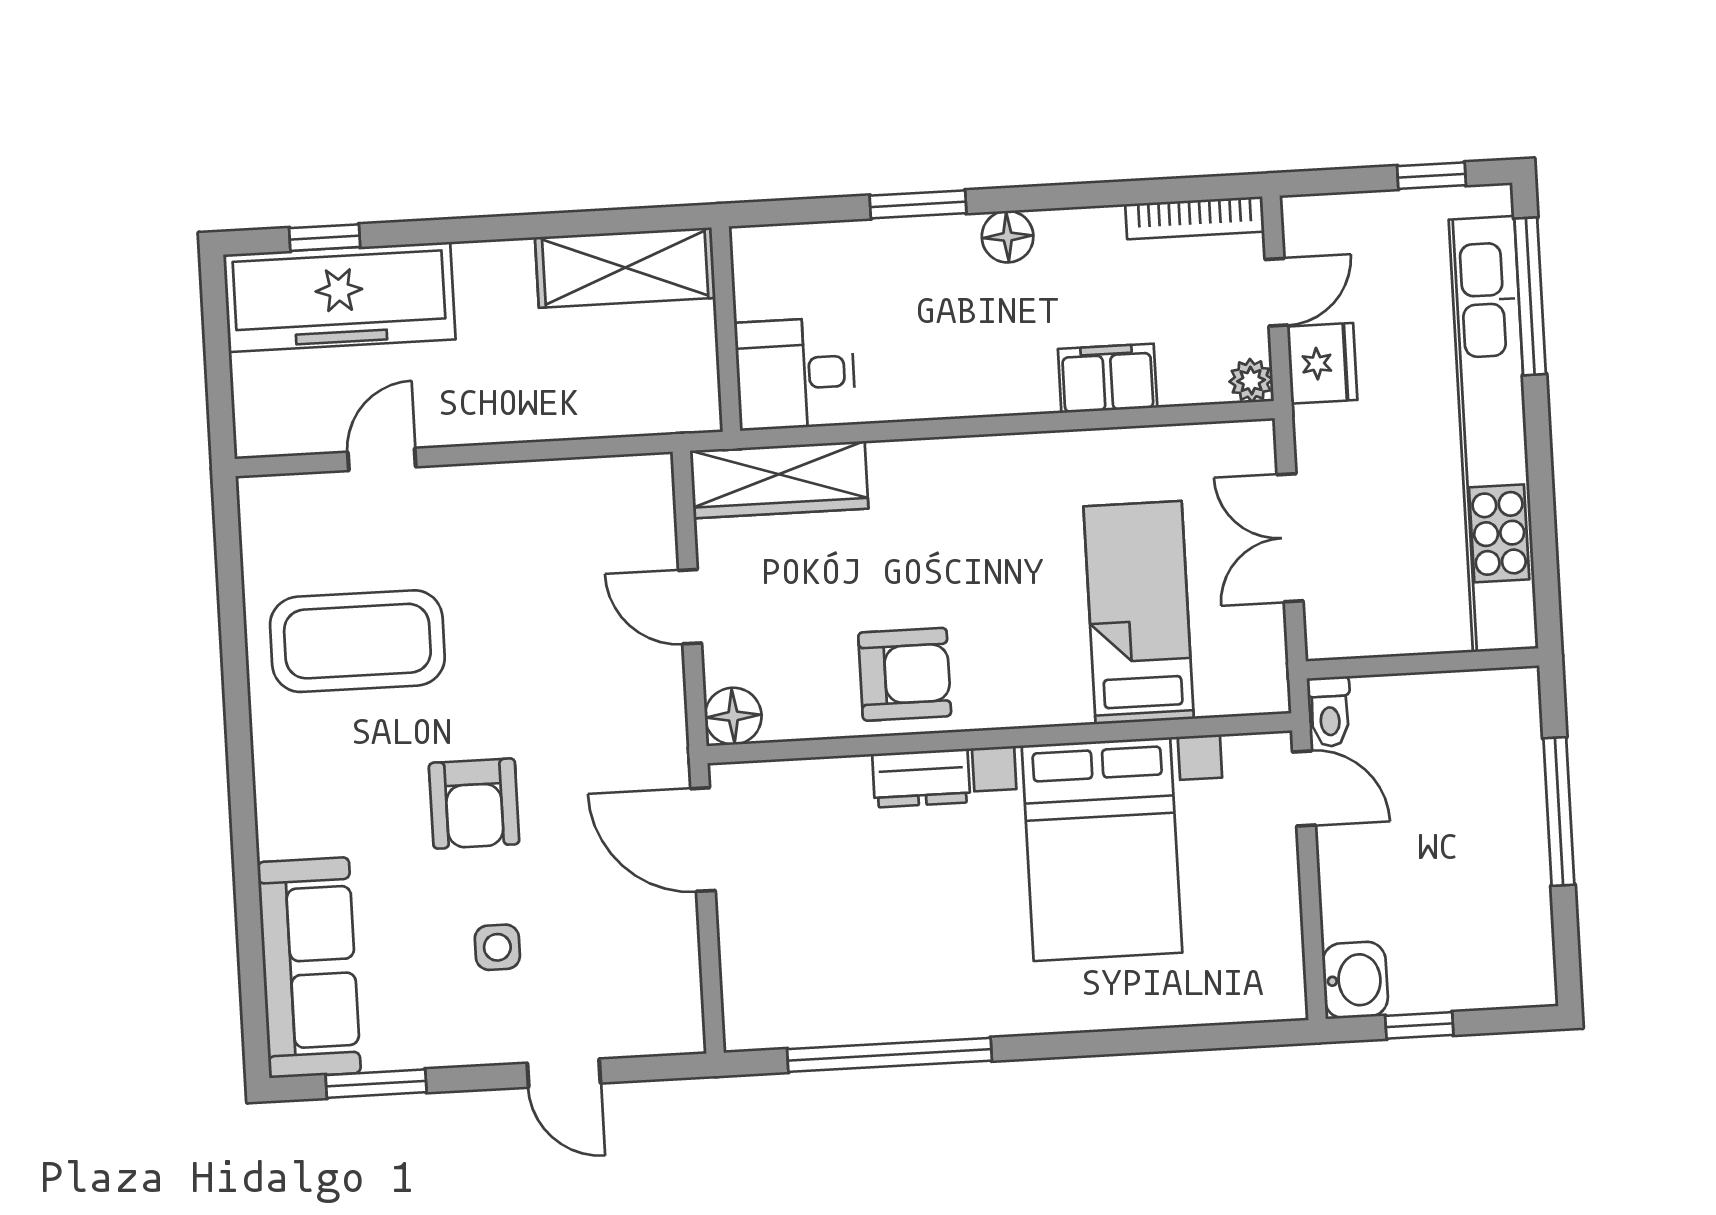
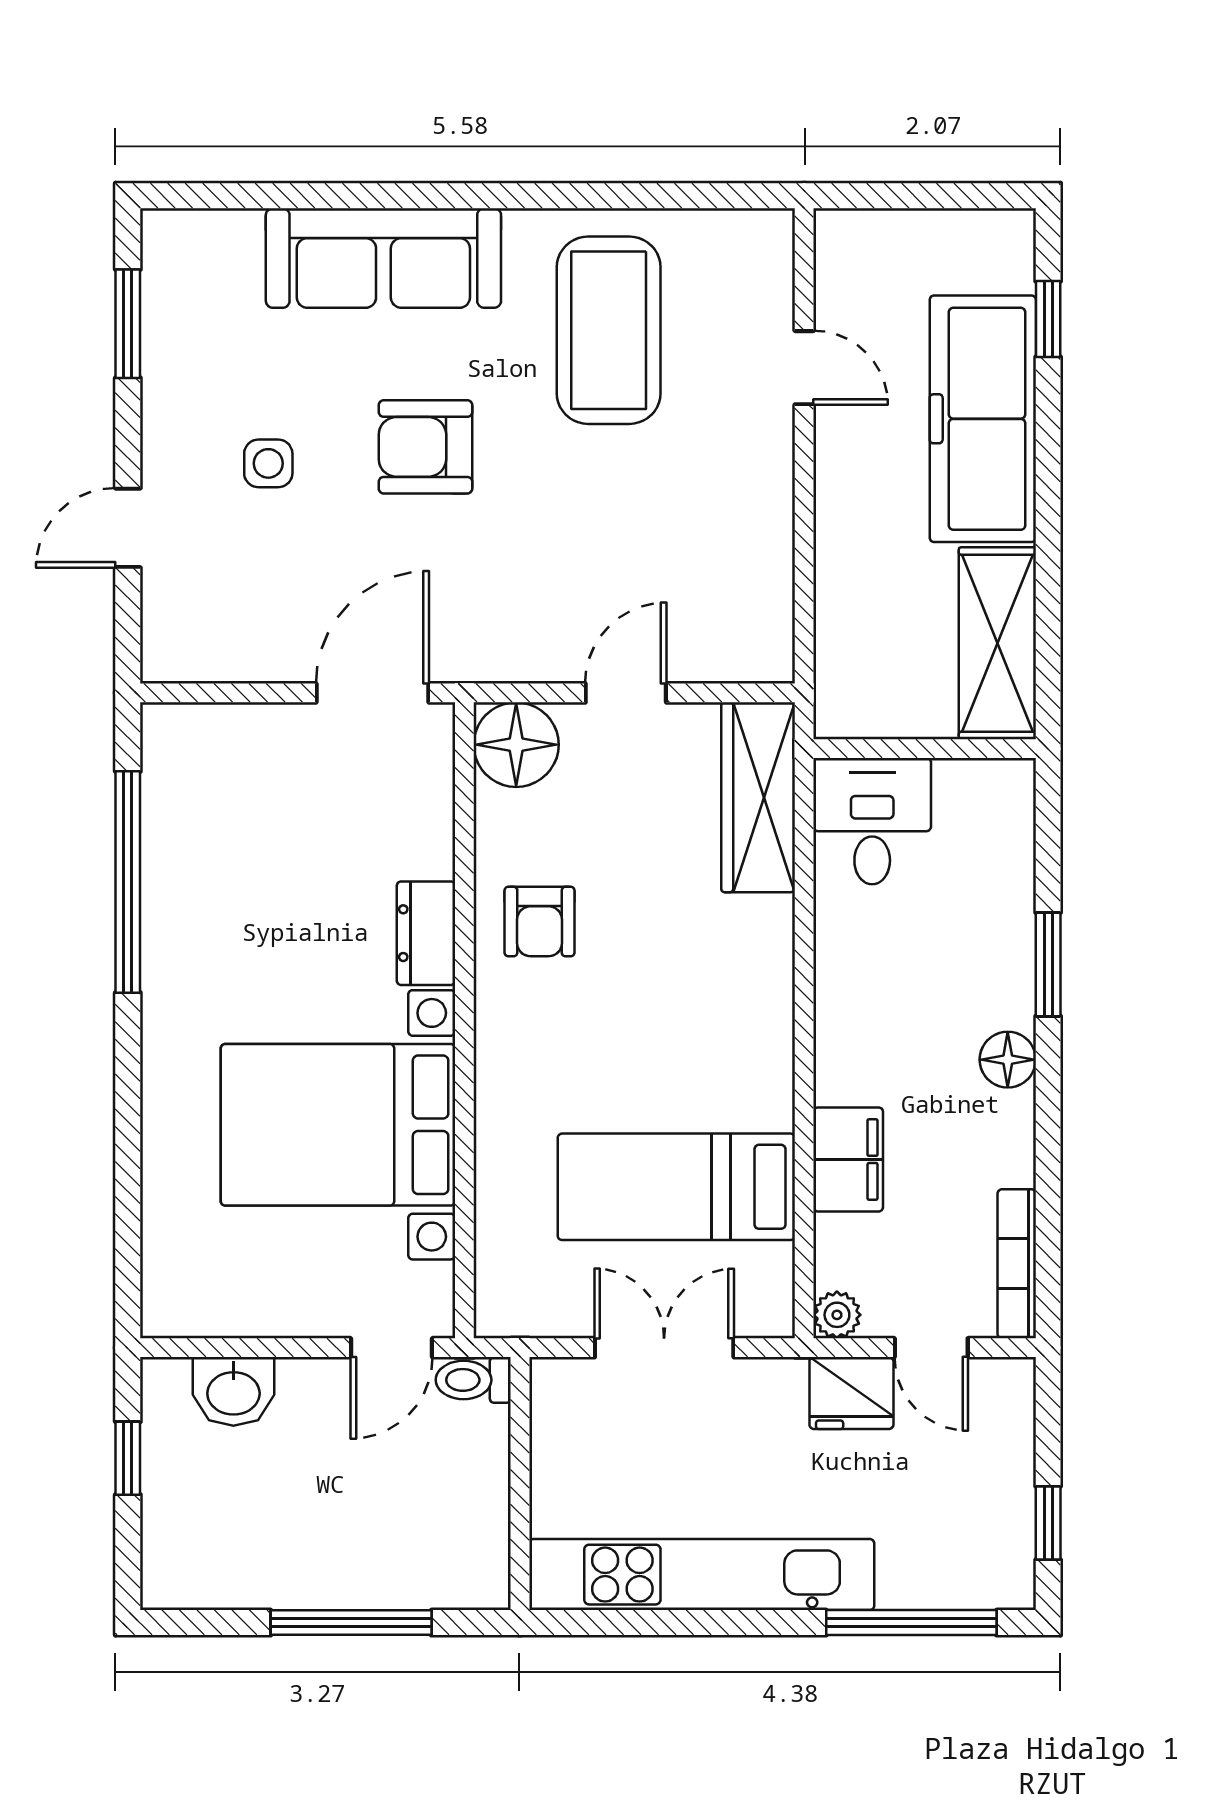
freezer: (339, 297) -> (983, 419), moved
kitchen unit: (1494, 434) -> (702, 1575), width x0.73
bed: (1139, 613) -> (676, 1187), moved, turned 180
armchair: (905, 674) -> (540, 922), width x0.72, depth x0.72
floor lamp: (733, 716) -> (516, 745), width x1.38, depth x1.38
sofa: (309, 968) -> (383, 258), moved
washbasin: (1355, 980) -> (233, 1391), moved

